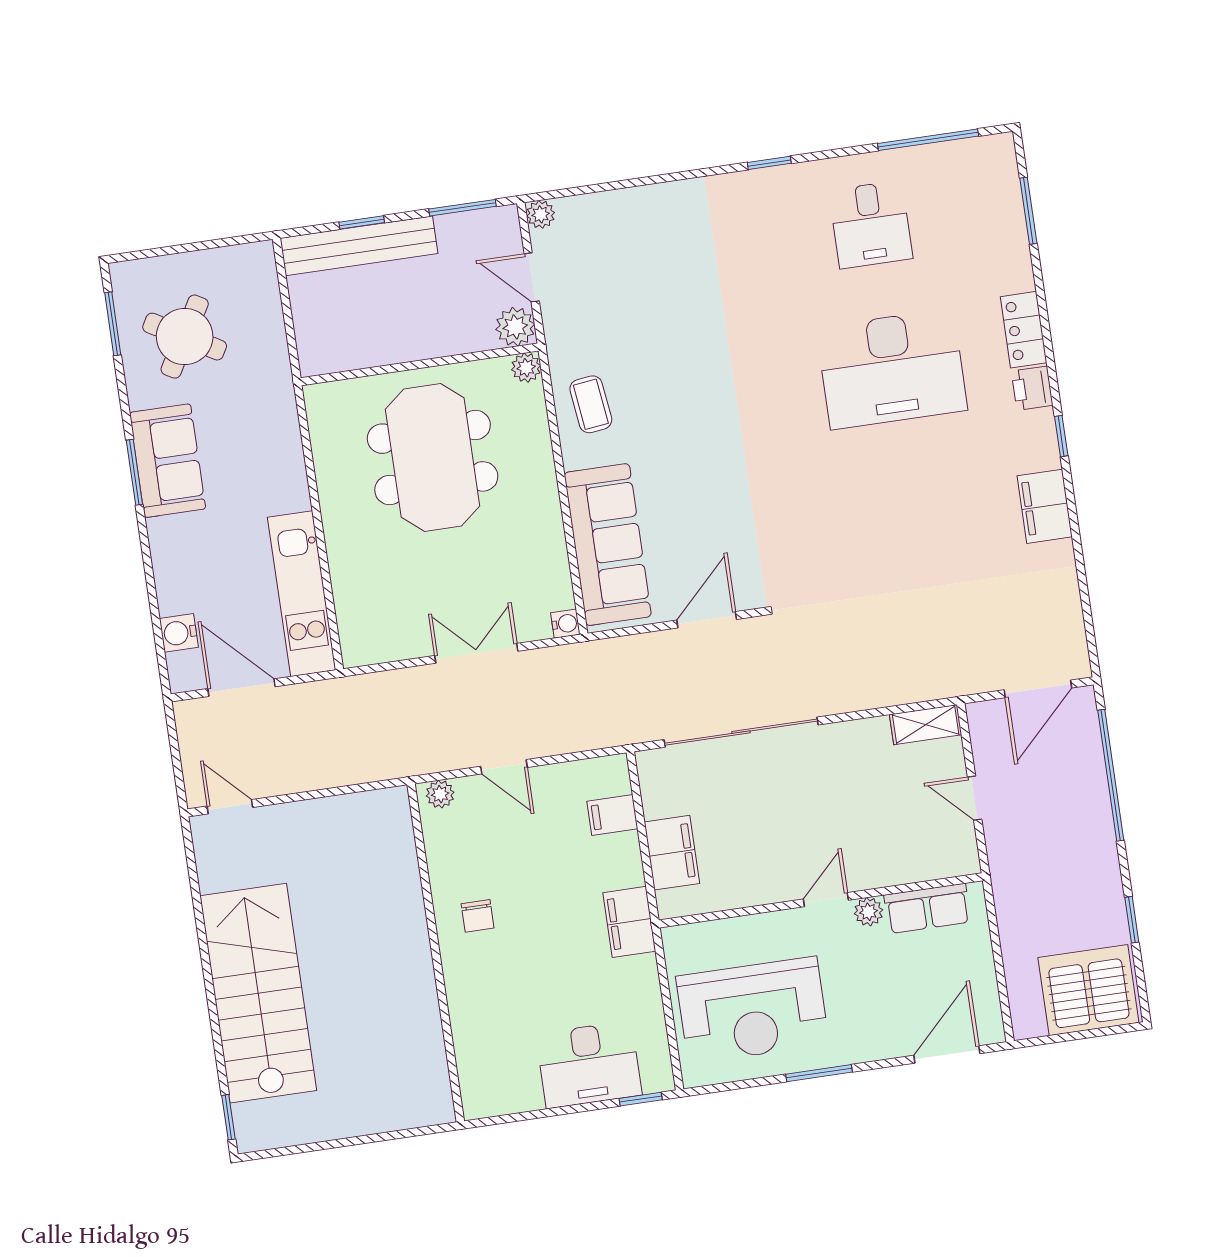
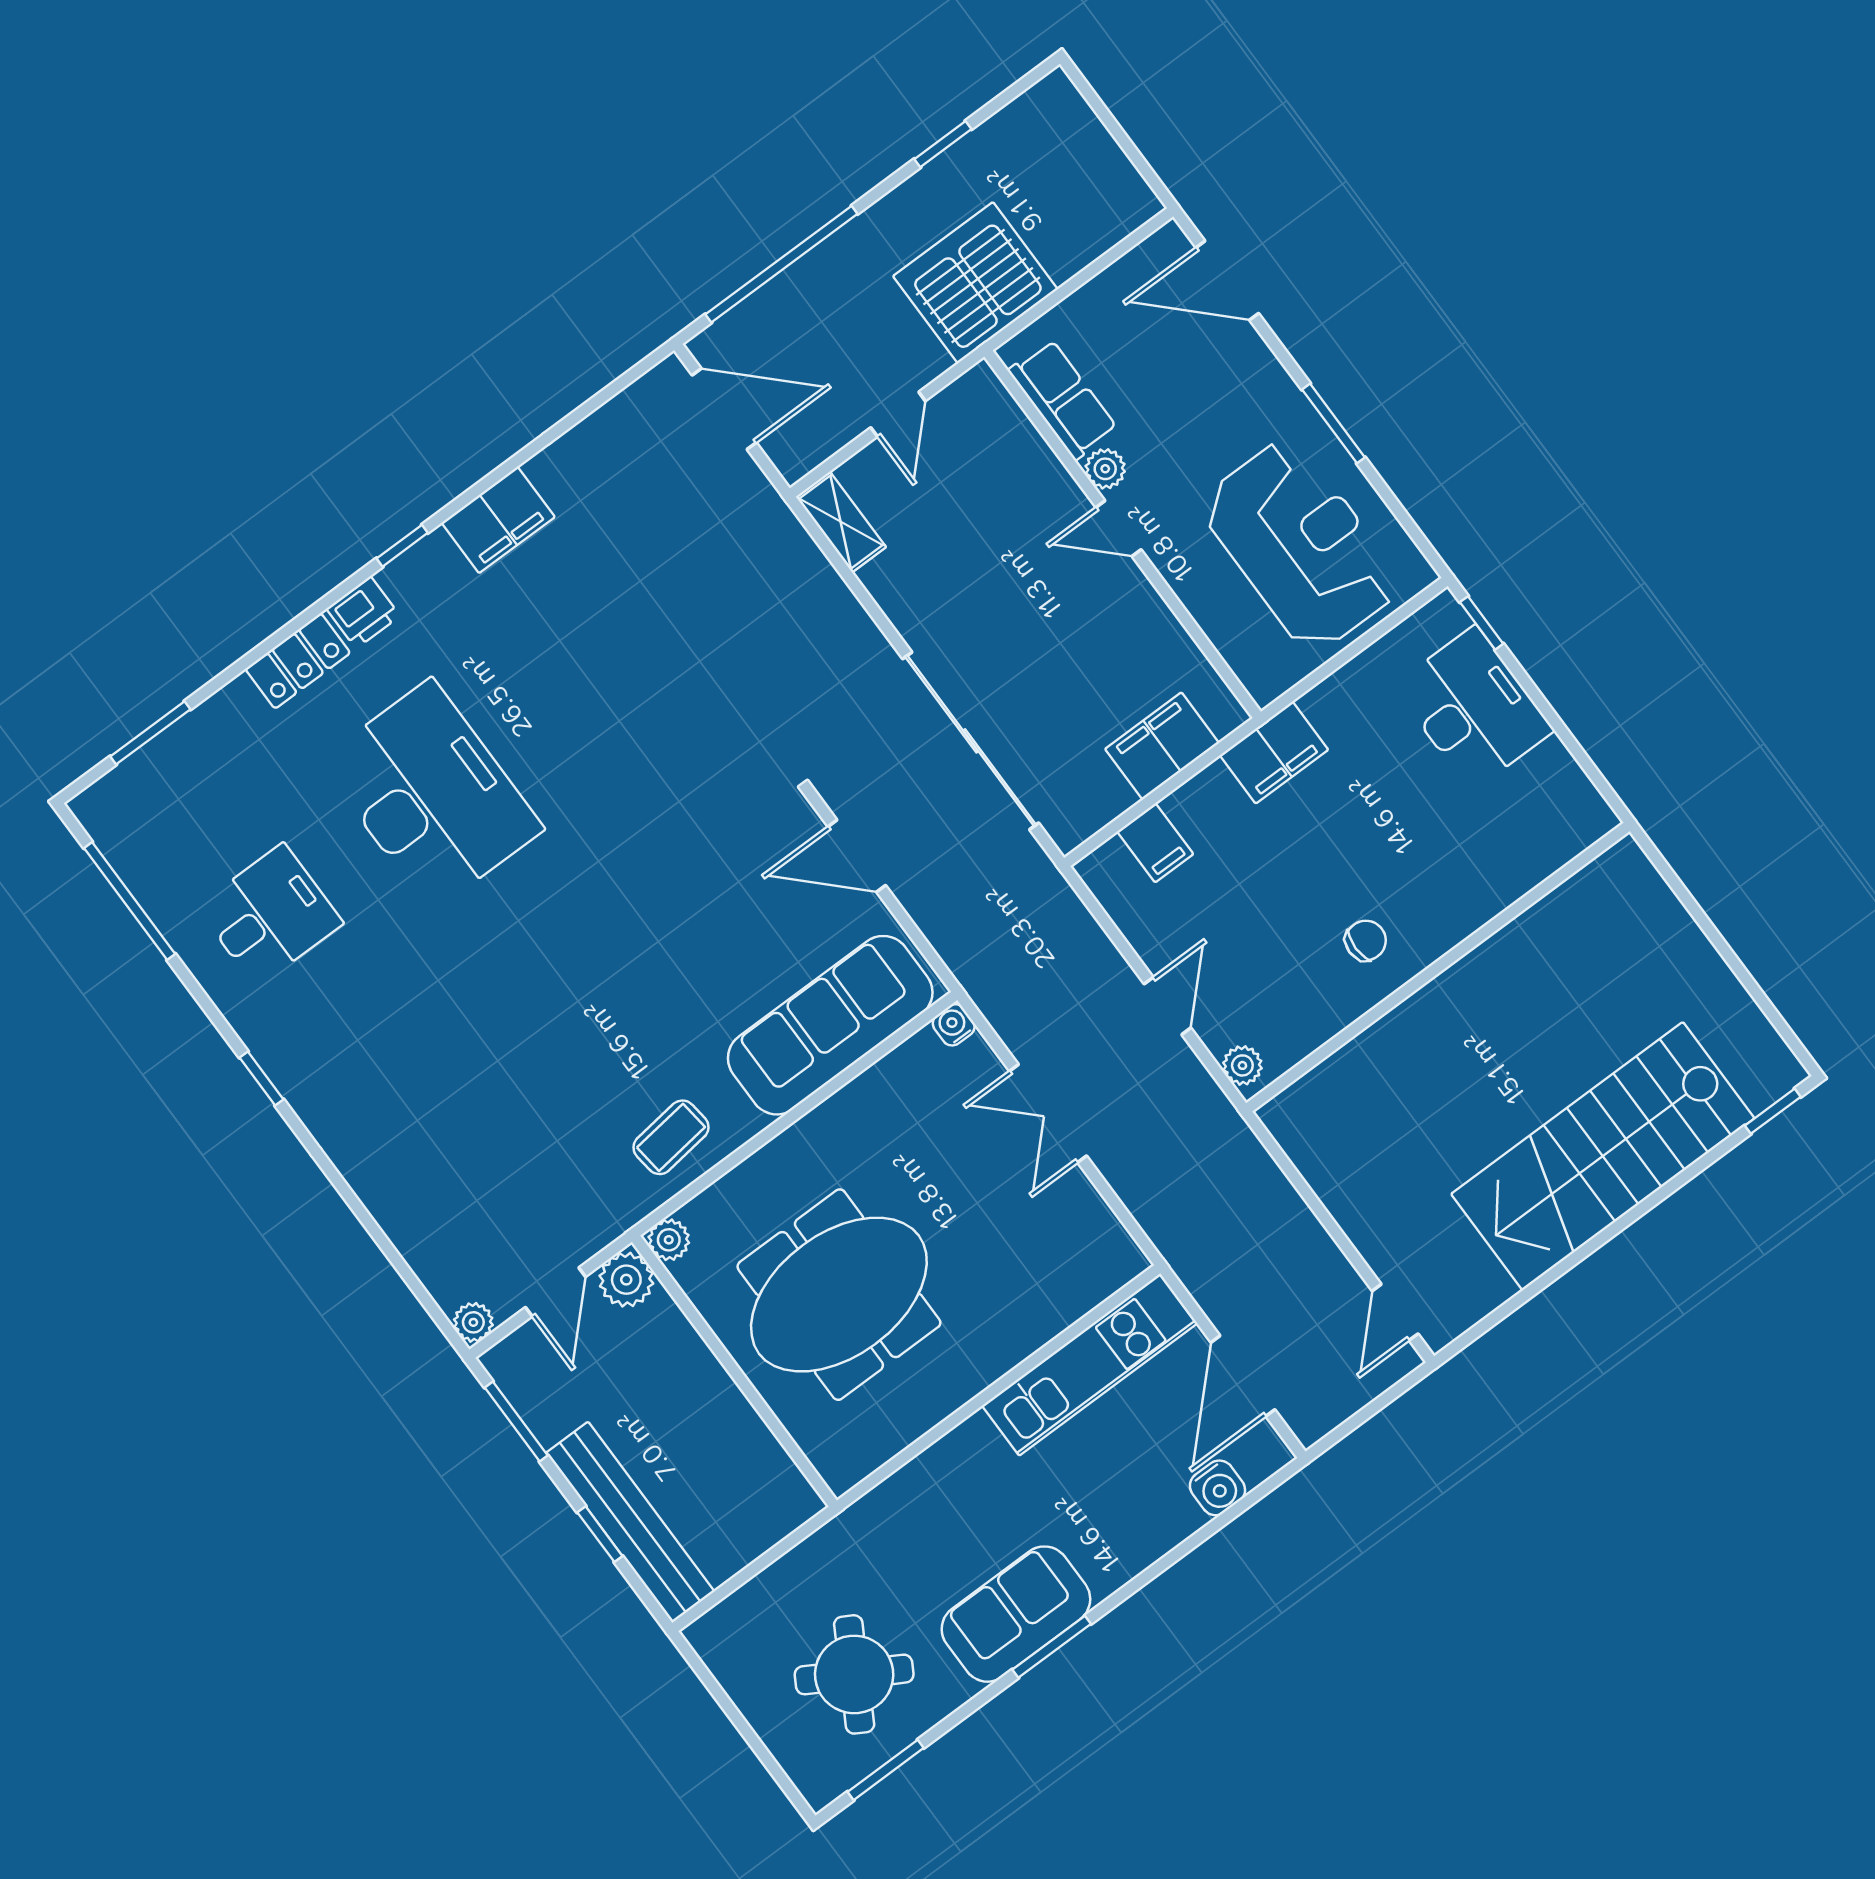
server rack: (1088, 990) -> (975, 283), moved, turned 90

